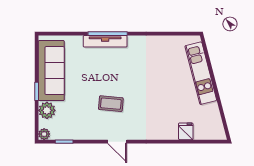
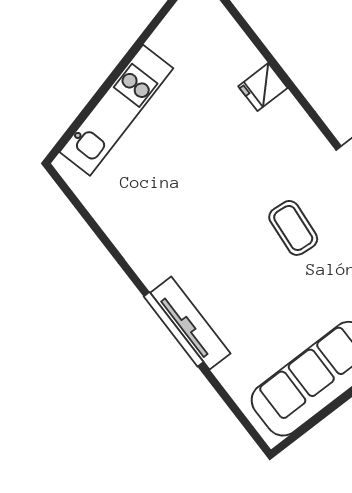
fridge: (186, 131) -> (263, 87), moved

